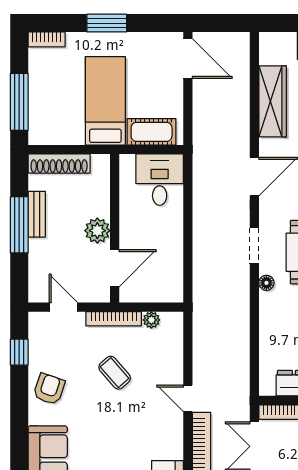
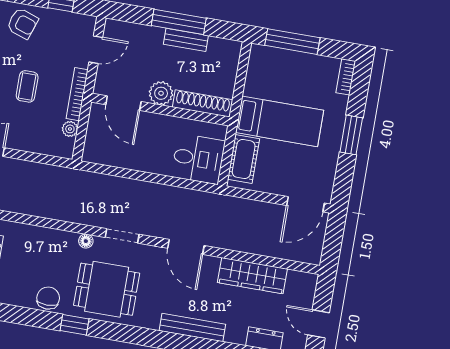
shoe rack: (59, 164) -> (203, 103), moved, turned 90
coffee table: (115, 373) -> (27, 86), turned -49

